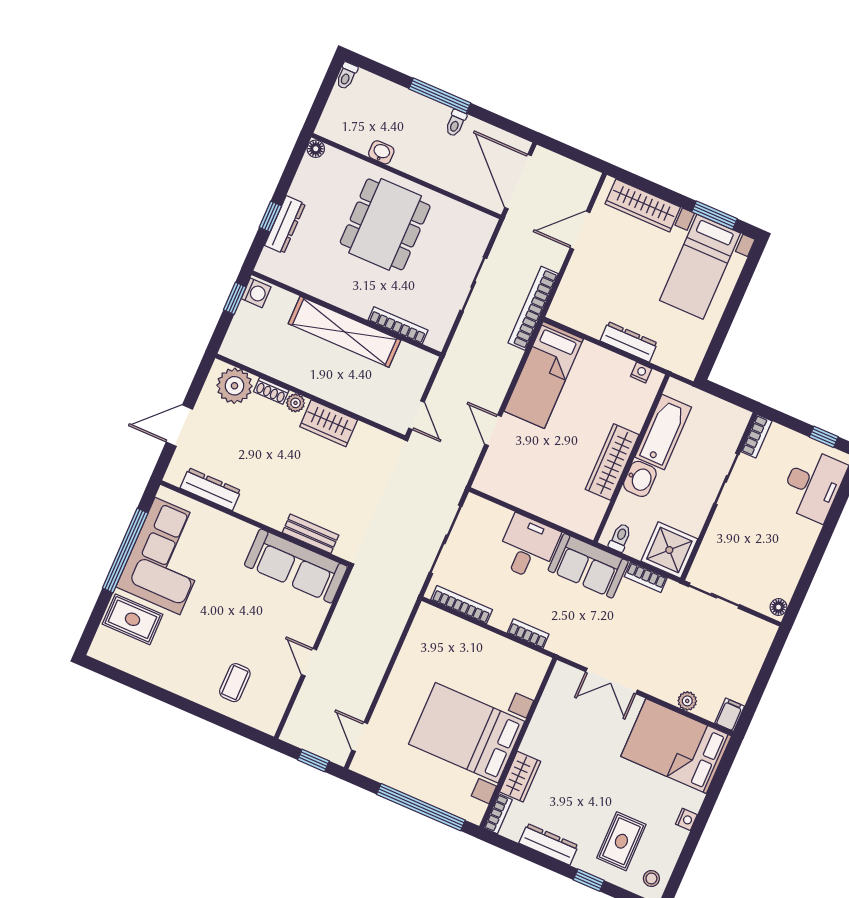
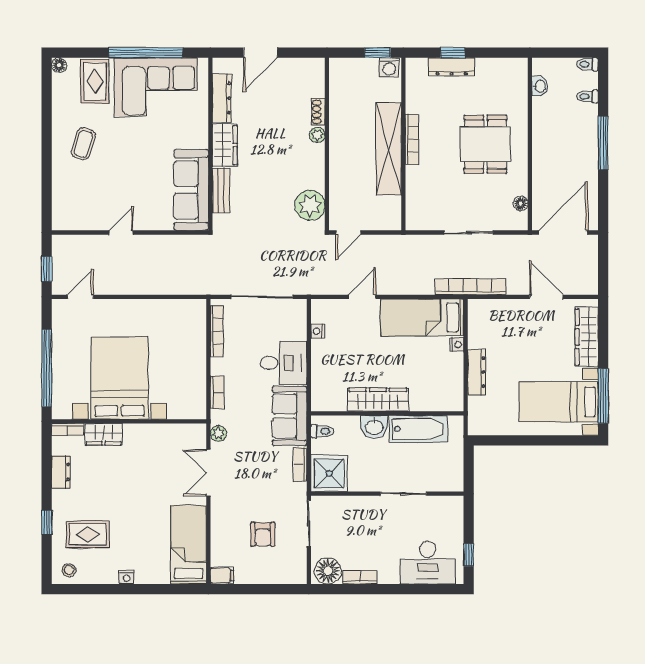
toilet: (456, 123) -> (588, 96), moved
floor lamp: (316, 149) -> (521, 204), moved
washbasin: (381, 152) -> (540, 86), moved
window: (715, 215) -> (603, 396), width x1.44
dining table: (385, 224) -> (485, 144), width x0.73
bookcase: (398, 325) -> (412, 139), moved
nightstand: (641, 372) -> (457, 345), moved
plant: (234, 386) -> (310, 205), moved
wardrobe: (329, 423) -> (225, 145), moved, turned 180
door: (179, 426) -> (261, 53), swing flipped
bookcase: (756, 436) -> (360, 577), moved, turned 180
nightstand: (509, 495) -> (318, 331), added
floor lamp: (779, 607) -> (328, 571), width x1.89, depth x1.89
floor lamp: (98, 651) -> (59, 65), added
armchair: (704, 651) -> (263, 534), added
coffee table: (235, 683) -> (83, 144), moved, turned -73
plant: (687, 701) -> (218, 434), moved
bed: (676, 746) -> (189, 545), width x0.67
dresser: (549, 844) -> (61, 472), width x0.70

